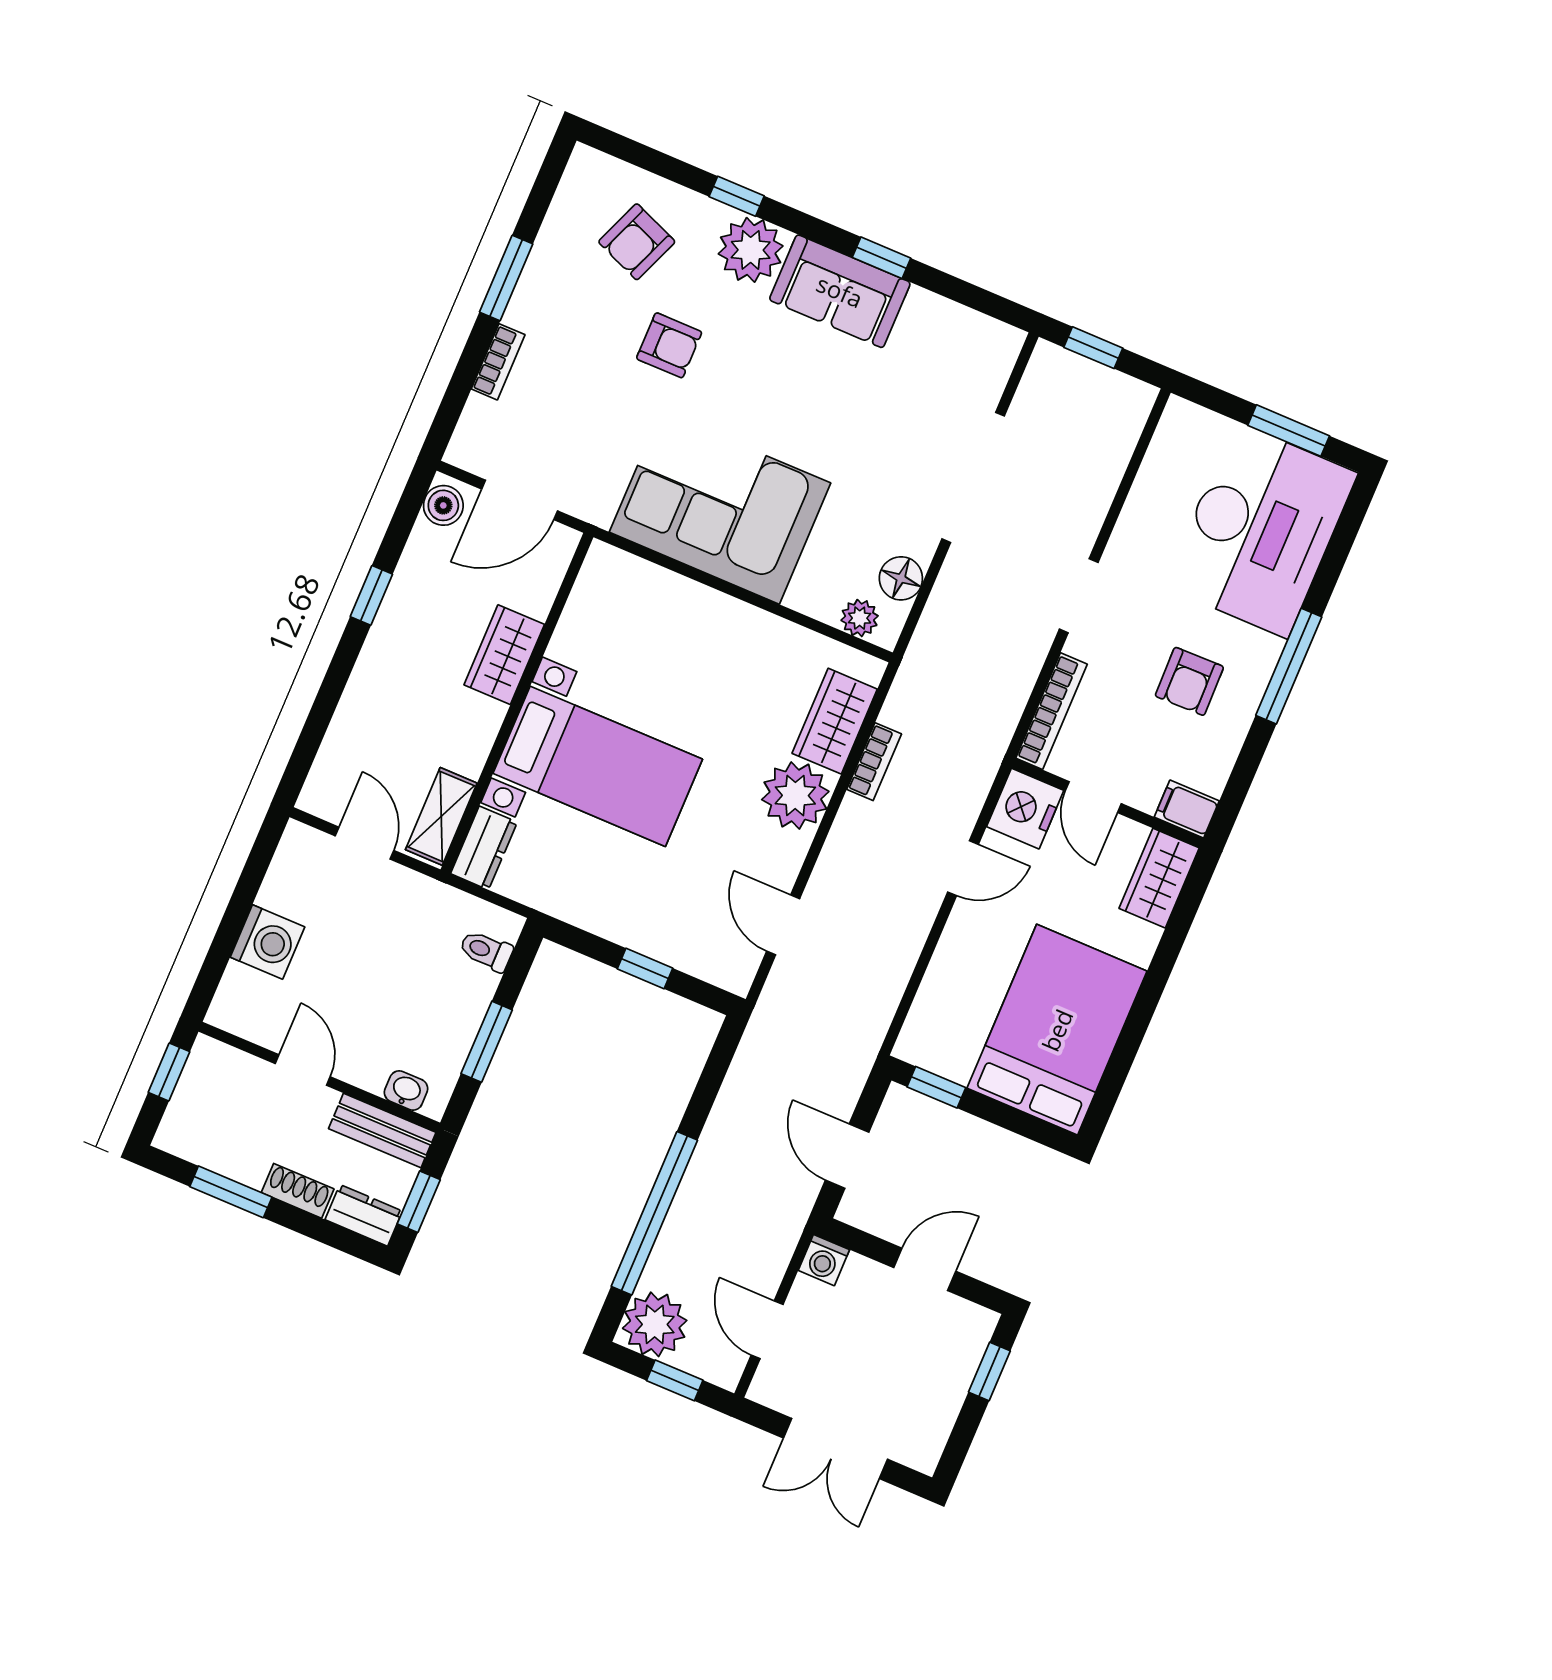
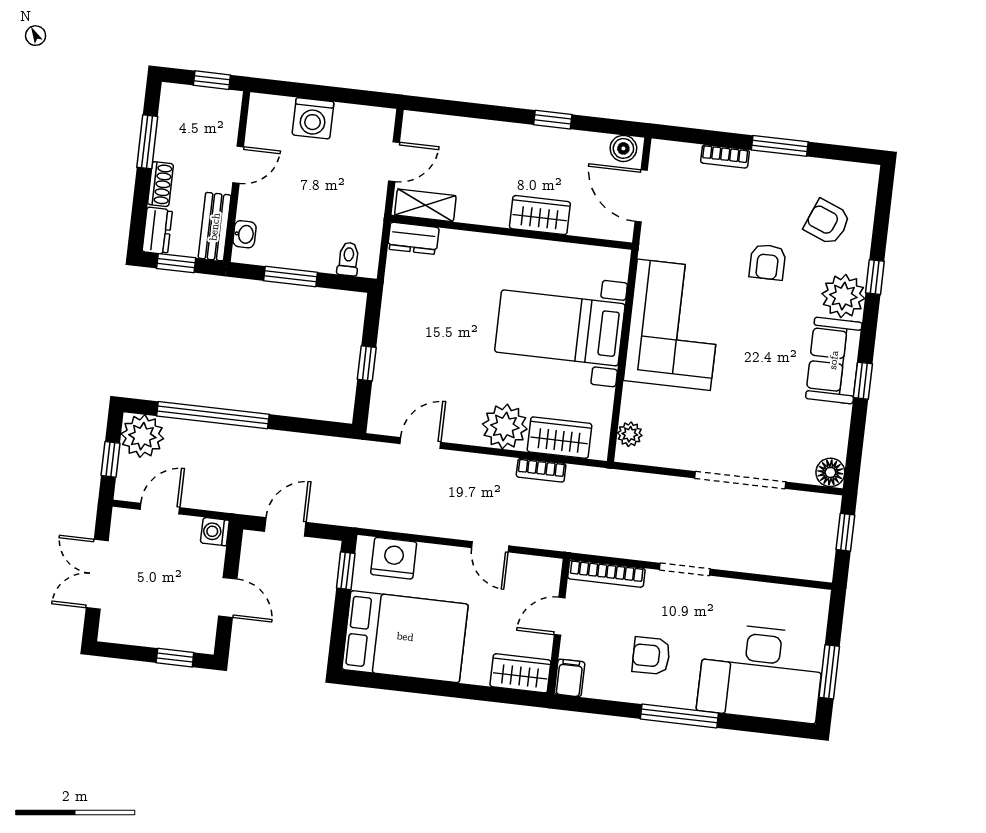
floor lamp: (901, 578) -> (830, 472), moved
bed with nightstands: (598, 766) -> (560, 328), moved, turned 90
nightstand: (1025, 809) -> (394, 558), moved

